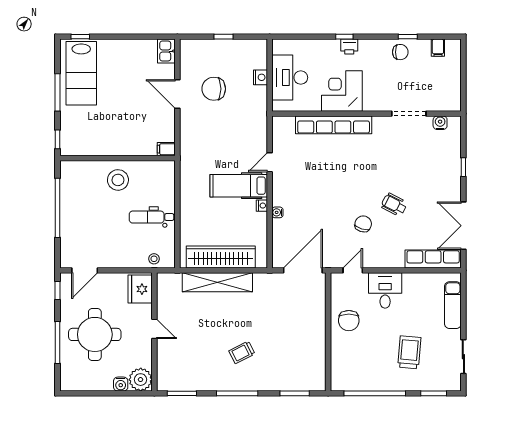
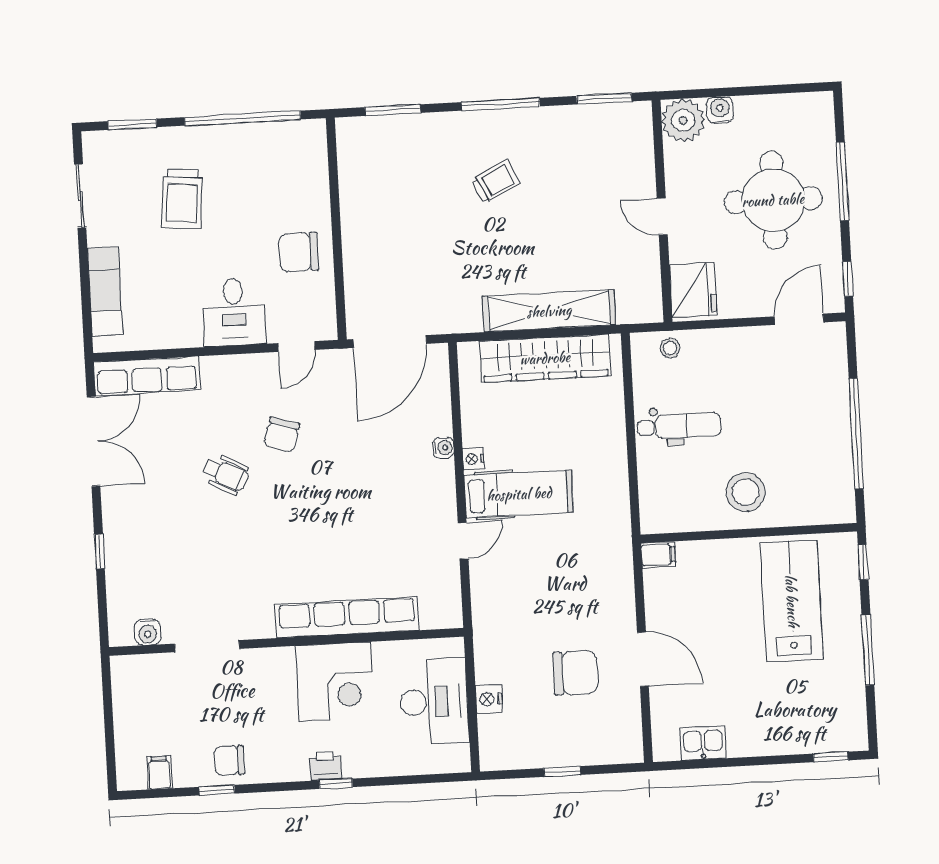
kitchen sink: (166, 51) -> (703, 743), moved, turned -90
lab bench: (81, 73) -> (792, 601), moved
chair: (349, 321) -> (299, 252), turned -90

